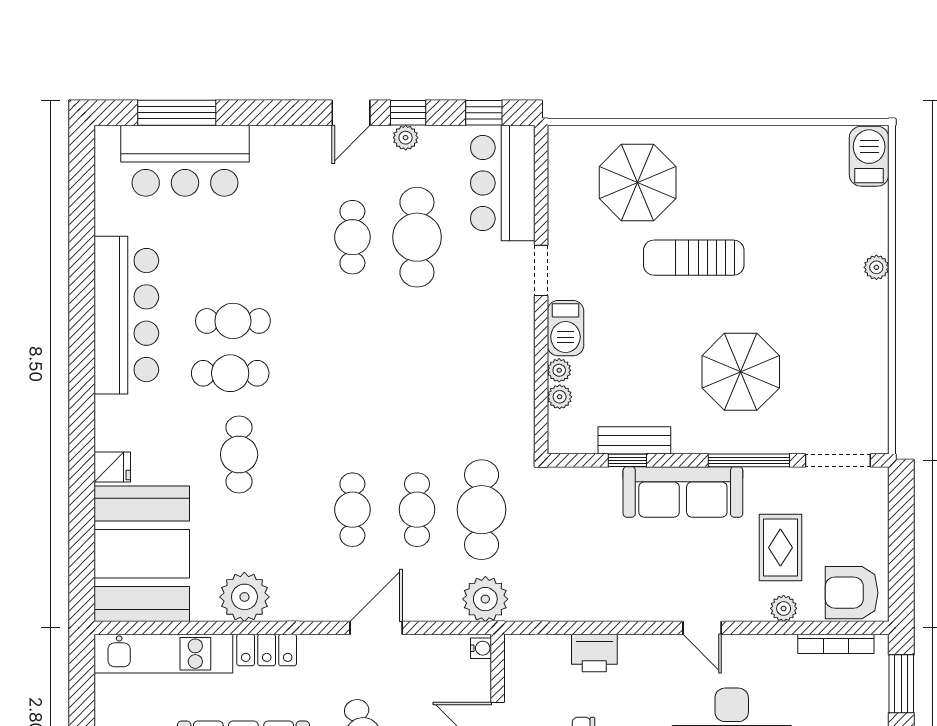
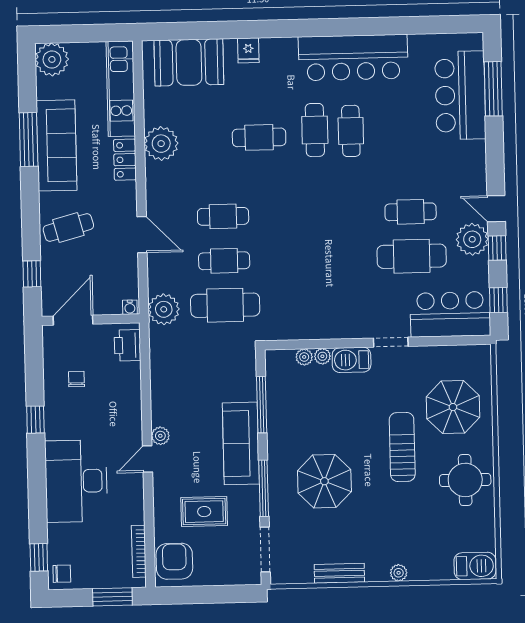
plant: (406, 138) -> (472, 239), width x1.88, depth x1.88
round table: (744, 167) -> (465, 480), added
bench: (634, 440) -> (339, 573), moved, turned 90
window: (627, 460) -> (262, 405), width x2.17
booth: (142, 554) -> (189, 62), width x0.73, depth x0.70
plant: (784, 608) -> (160, 436), moved
printer: (594, 653) -> (128, 345), moved

